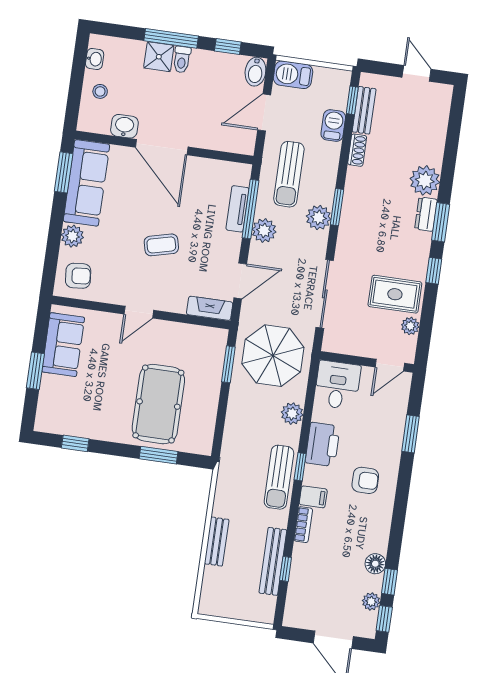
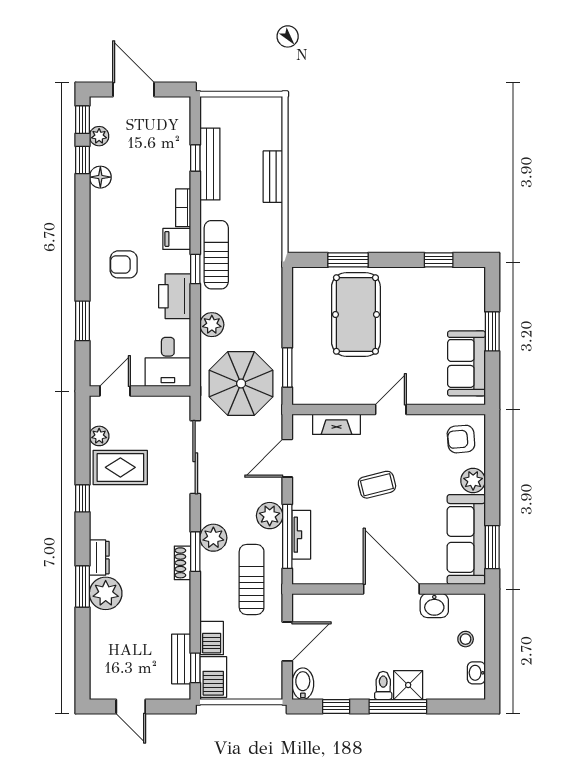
barbecue: (293, 75) -> (213, 677), moved, turned 90
shoe rack: (357, 150) -> (182, 563), moved
window: (441, 222) -> (82, 586), moved
fireplace: (210, 308) -> (336, 424), moved

